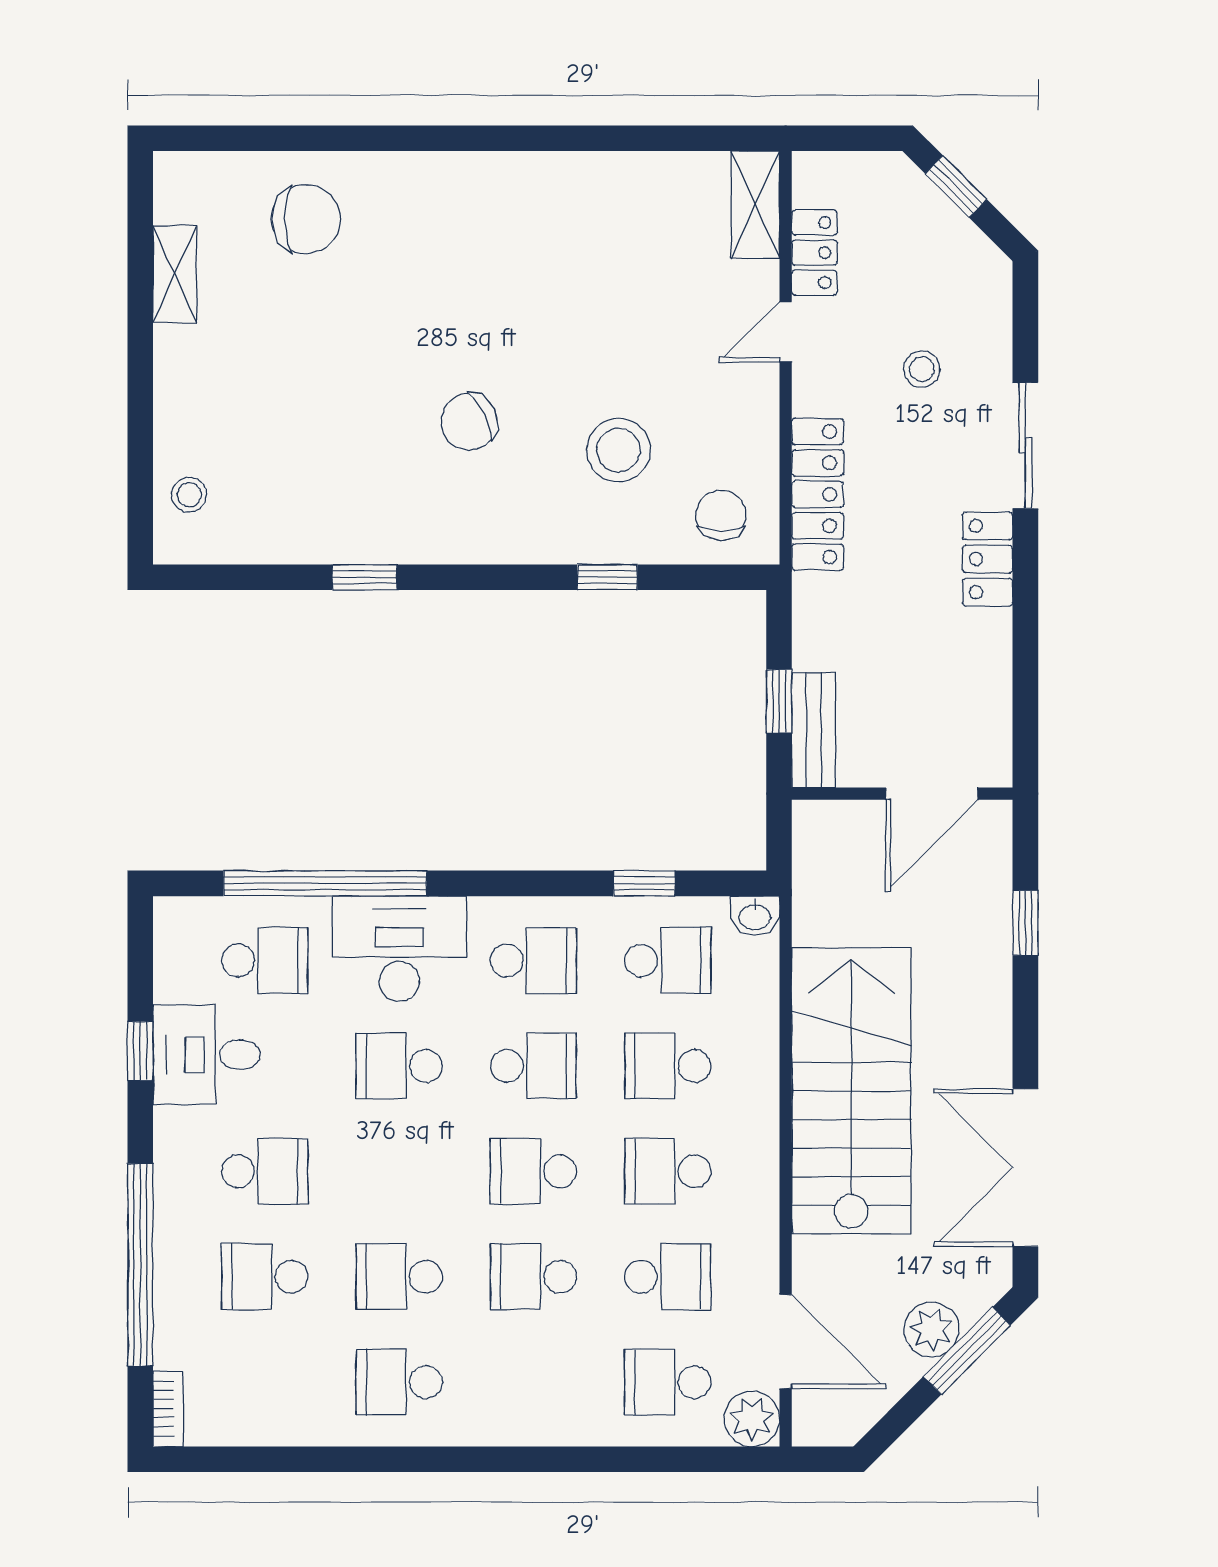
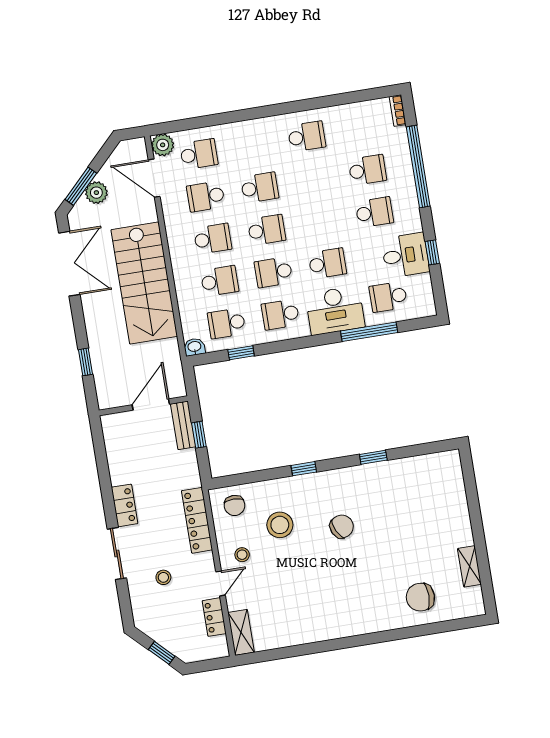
stool: (189, 495) -> (242, 555), moved
window: (607, 577) -> (304, 469), moved
door: (932, 794) -> (151, 404), moved
window: (325, 883) -> (369, 332), width x0.68
school desk: (265, 1171) -> (374, 212), turned 180
school desk: (399, 1277) -> (314, 179), removed

